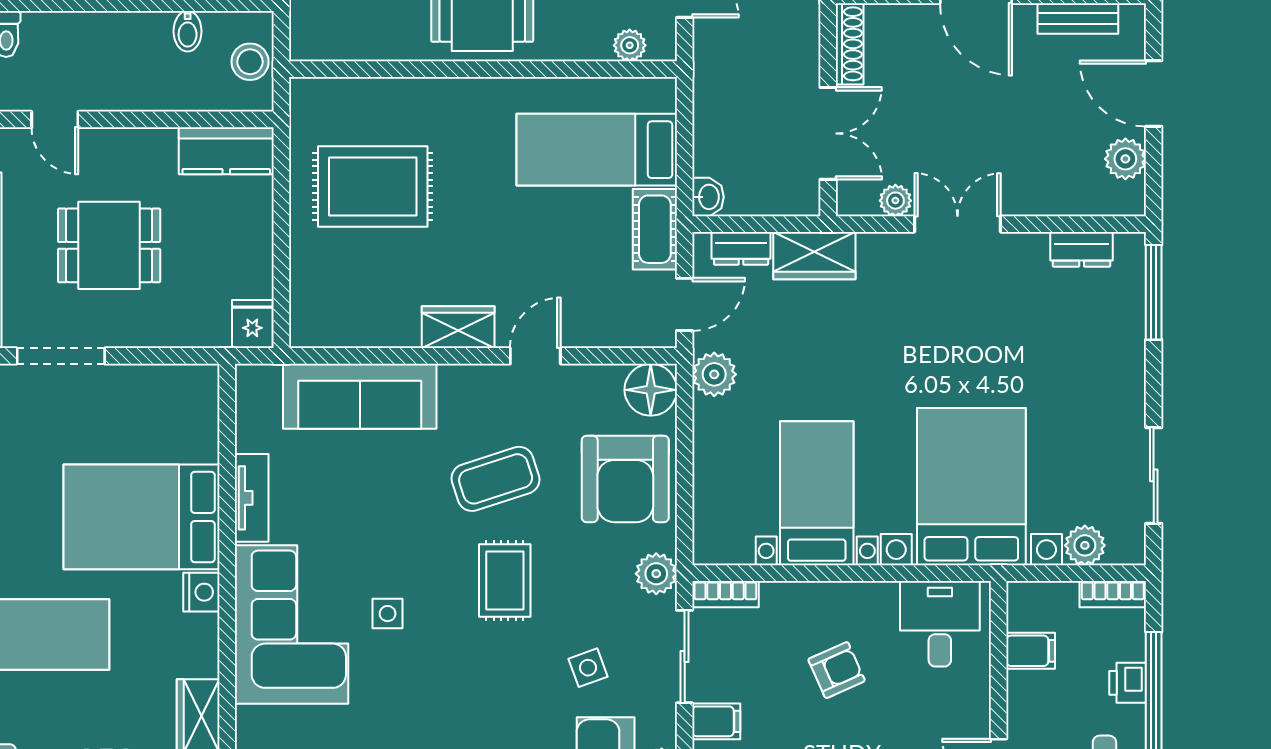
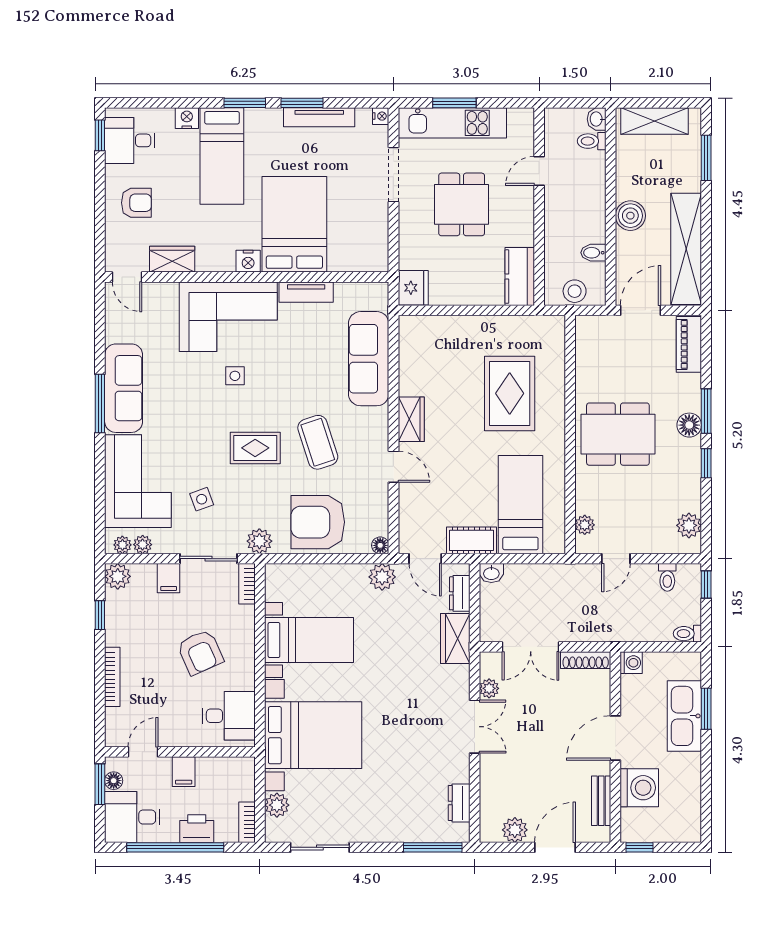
rug: (373, 186) -> (510, 393), moved
fridge: (252, 324) -> (413, 288), width x1.38
floor lamp: (651, 390) -> (380, 545), width x0.53, depth x0.53
filing cabinet: (1031, 651) -> (184, 772), moved
armchair: (837, 670) -> (200, 652), width x1.38, depth x1.38
printer: (1128, 683) -> (197, 829), width x1.36, depth x1.24

